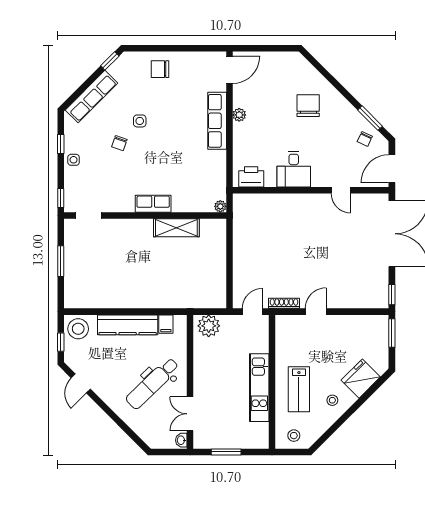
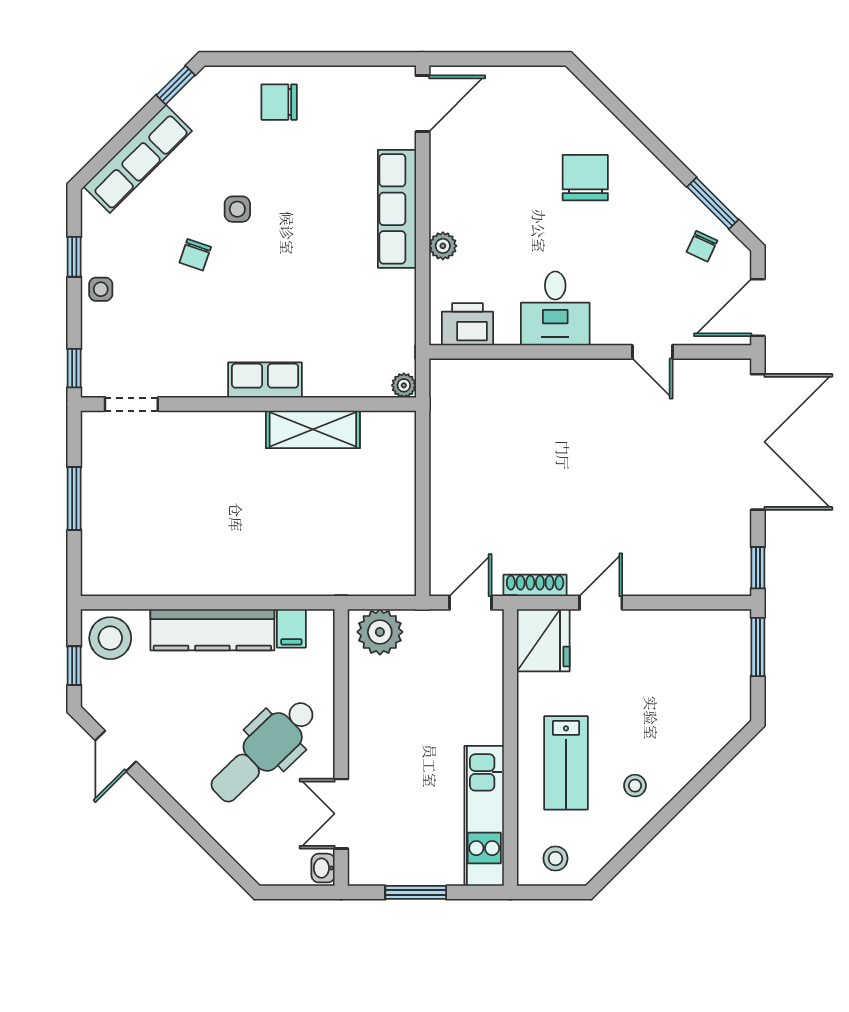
plant: (239, 115) -> (443, 246), moved
fridge: (361, 379) -> (543, 640), moved, turned 135
kitchen unit: (259, 388) -> (484, 816), moved

